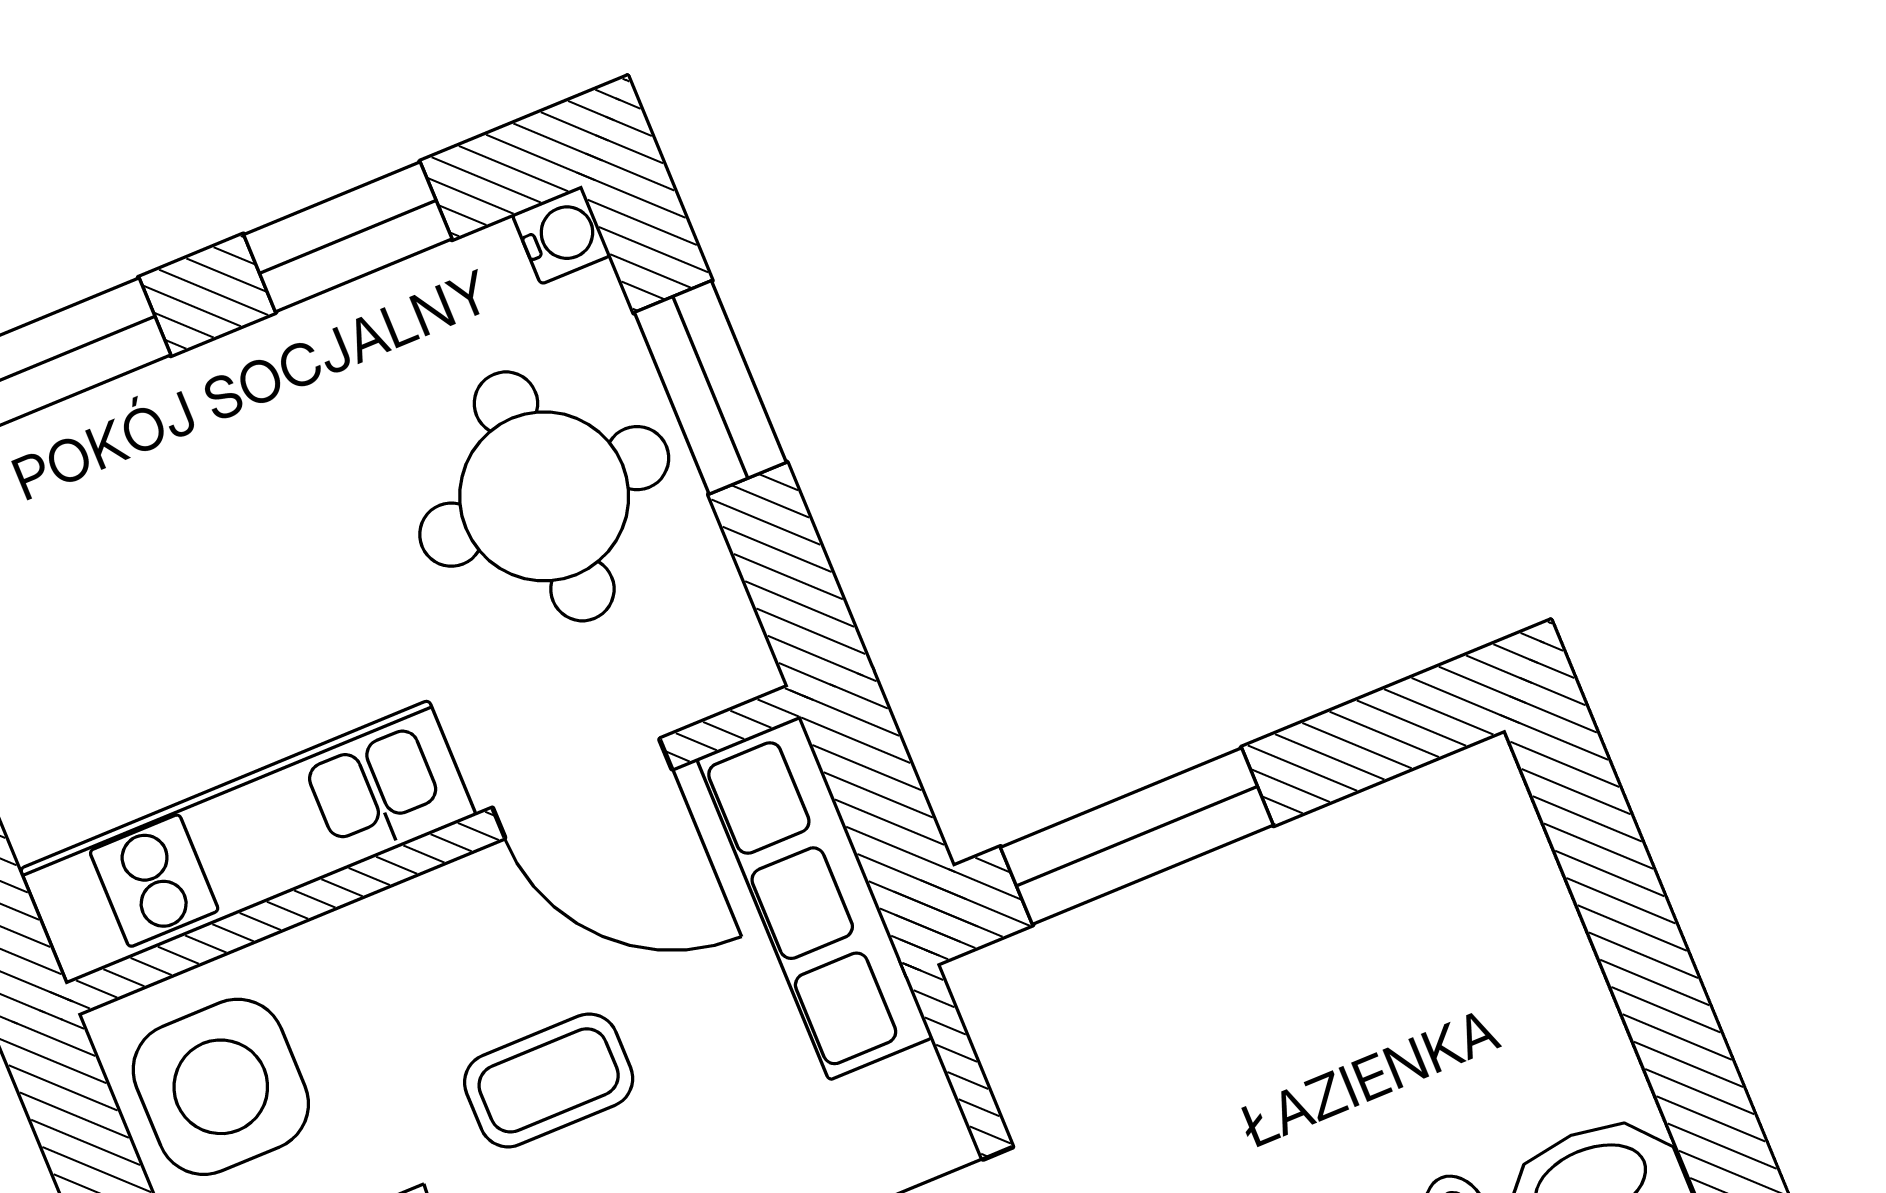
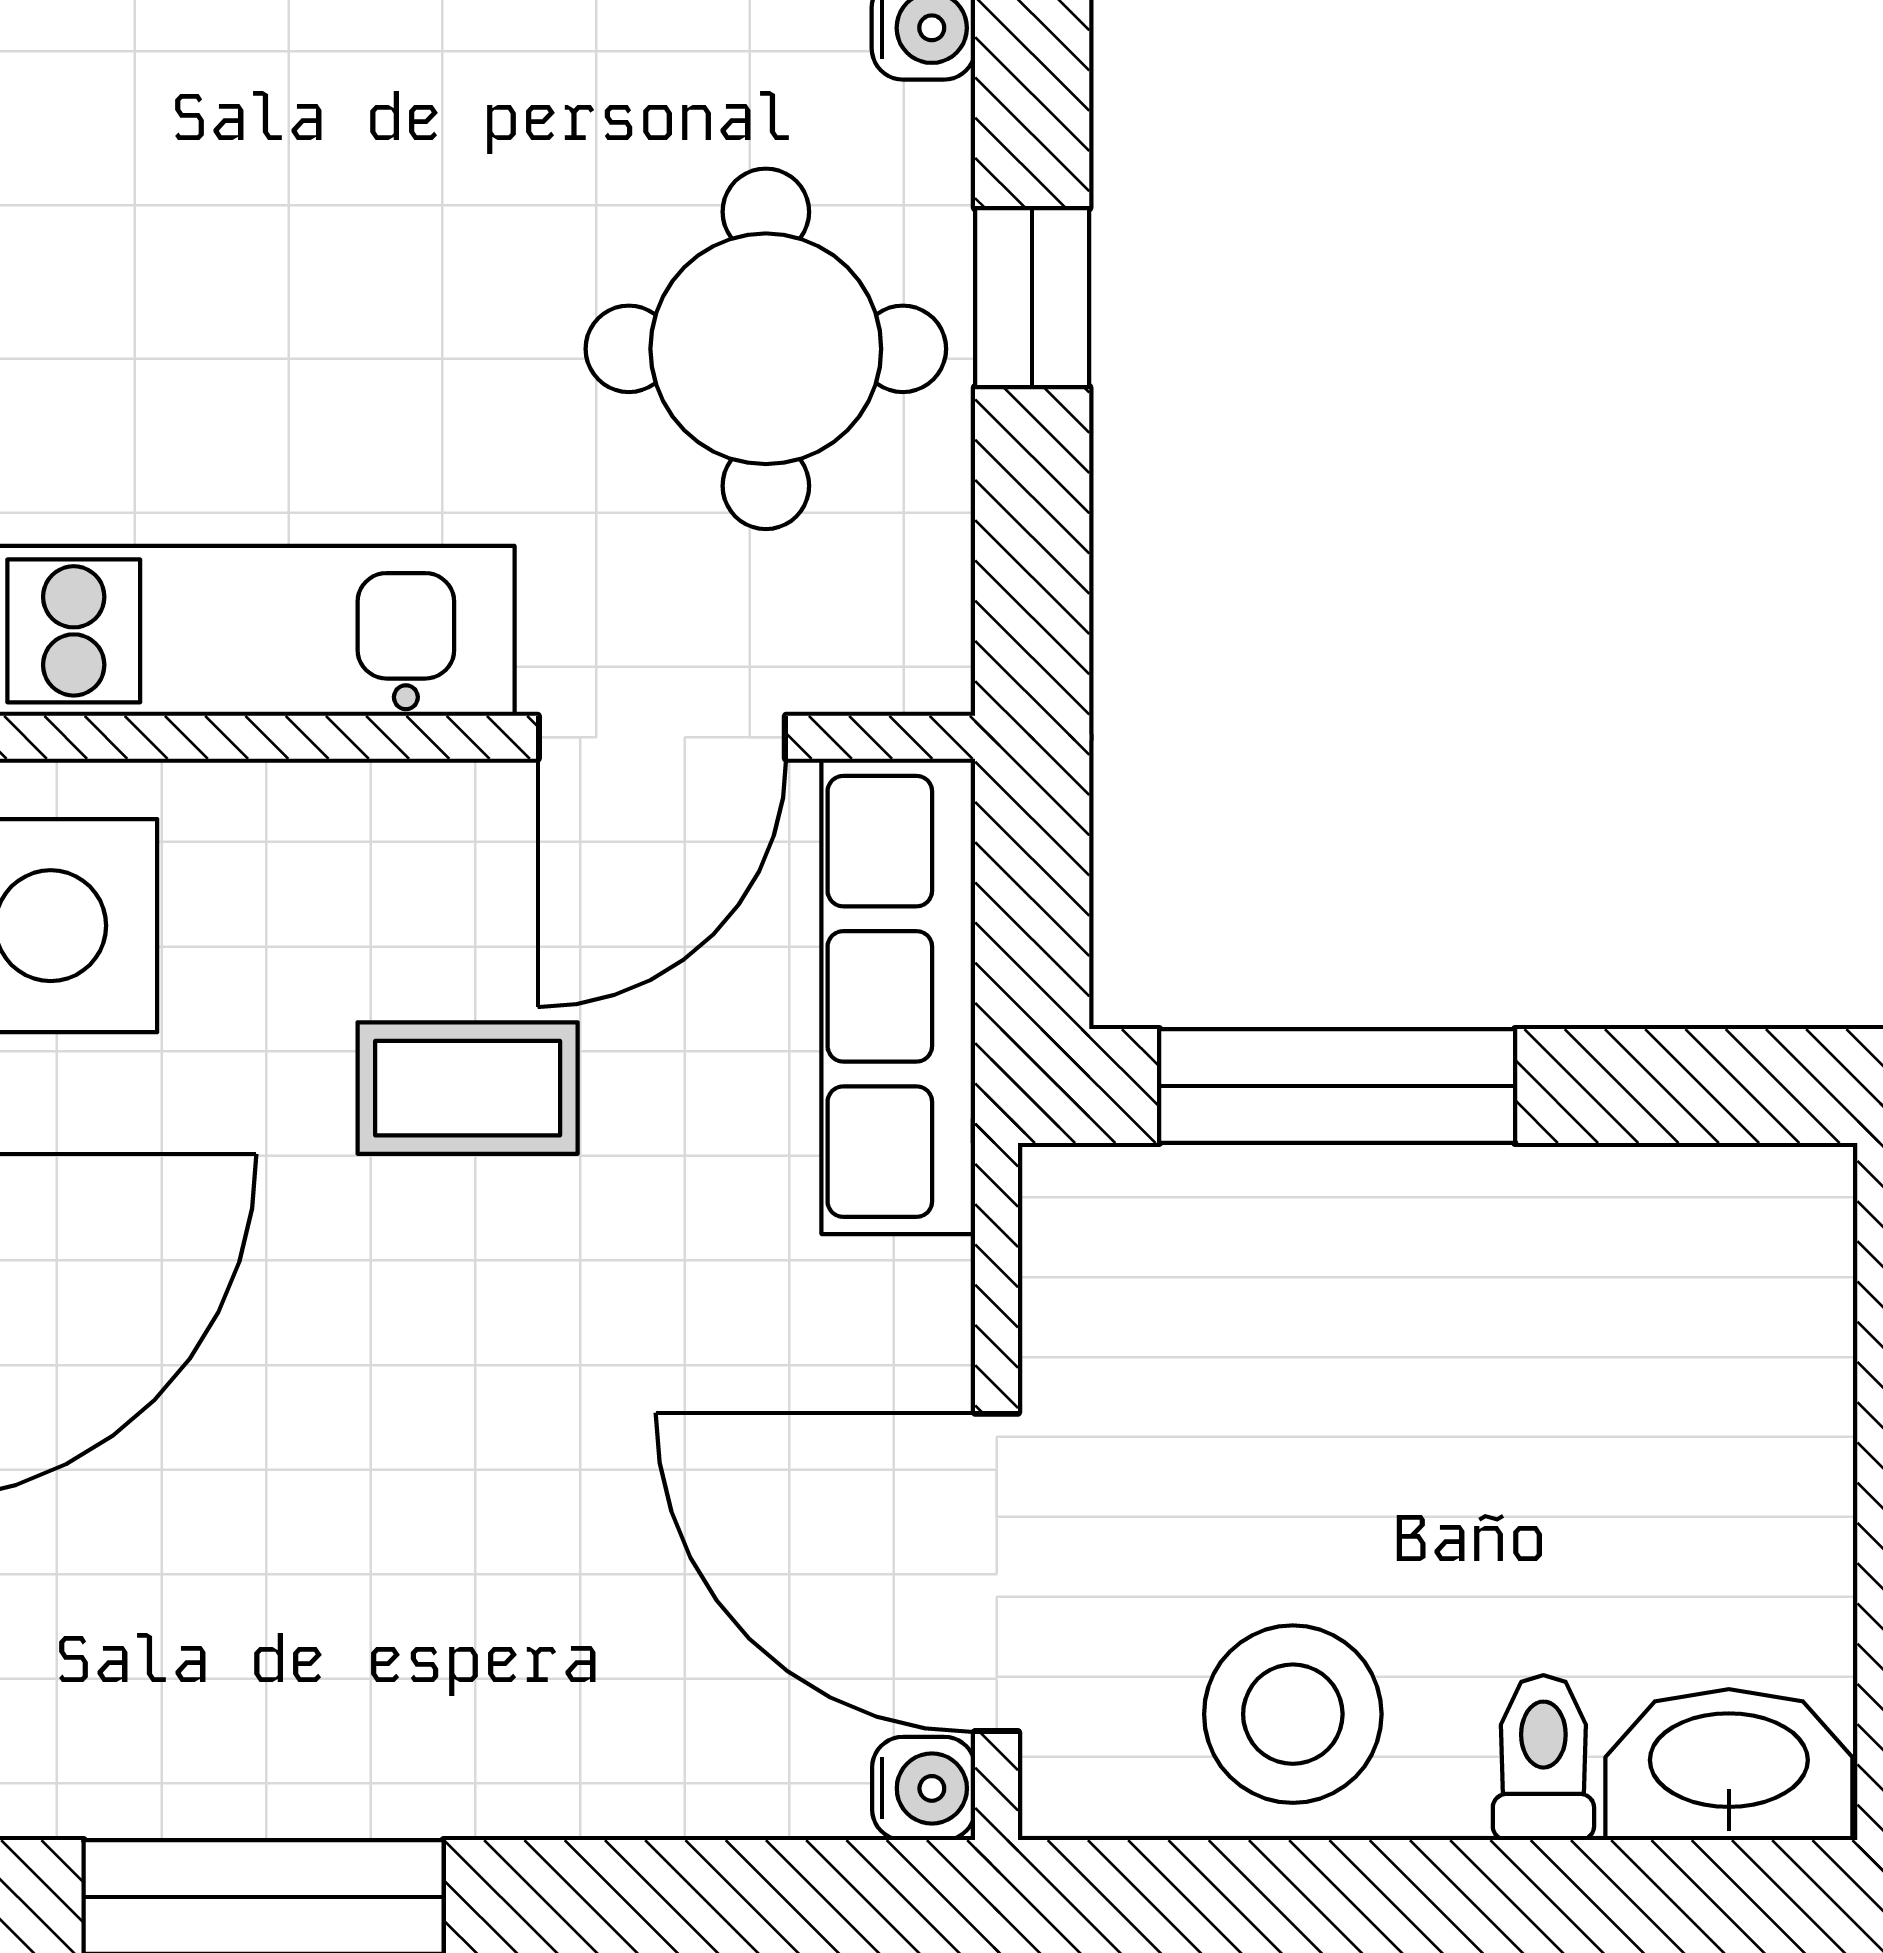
window: (710, 387) -> (1032, 298), width x0.67
door: (582, 789) -> (662, 737), hinge flipped

